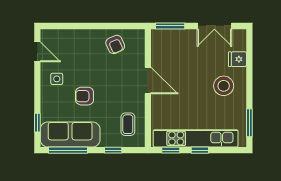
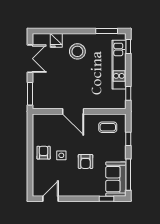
armchair: (115, 44) -> (44, 153), moved, turned -66
side table: (57, 79) -> (61, 155), moved
door: (148, 80) -> (73, 111), swing flipped
sofa: (70, 134) -> (116, 179), width x0.73
kitchen unit: (196, 138) -> (119, 65), width x0.73
window: (200, 150) -> (128, 46), moved

